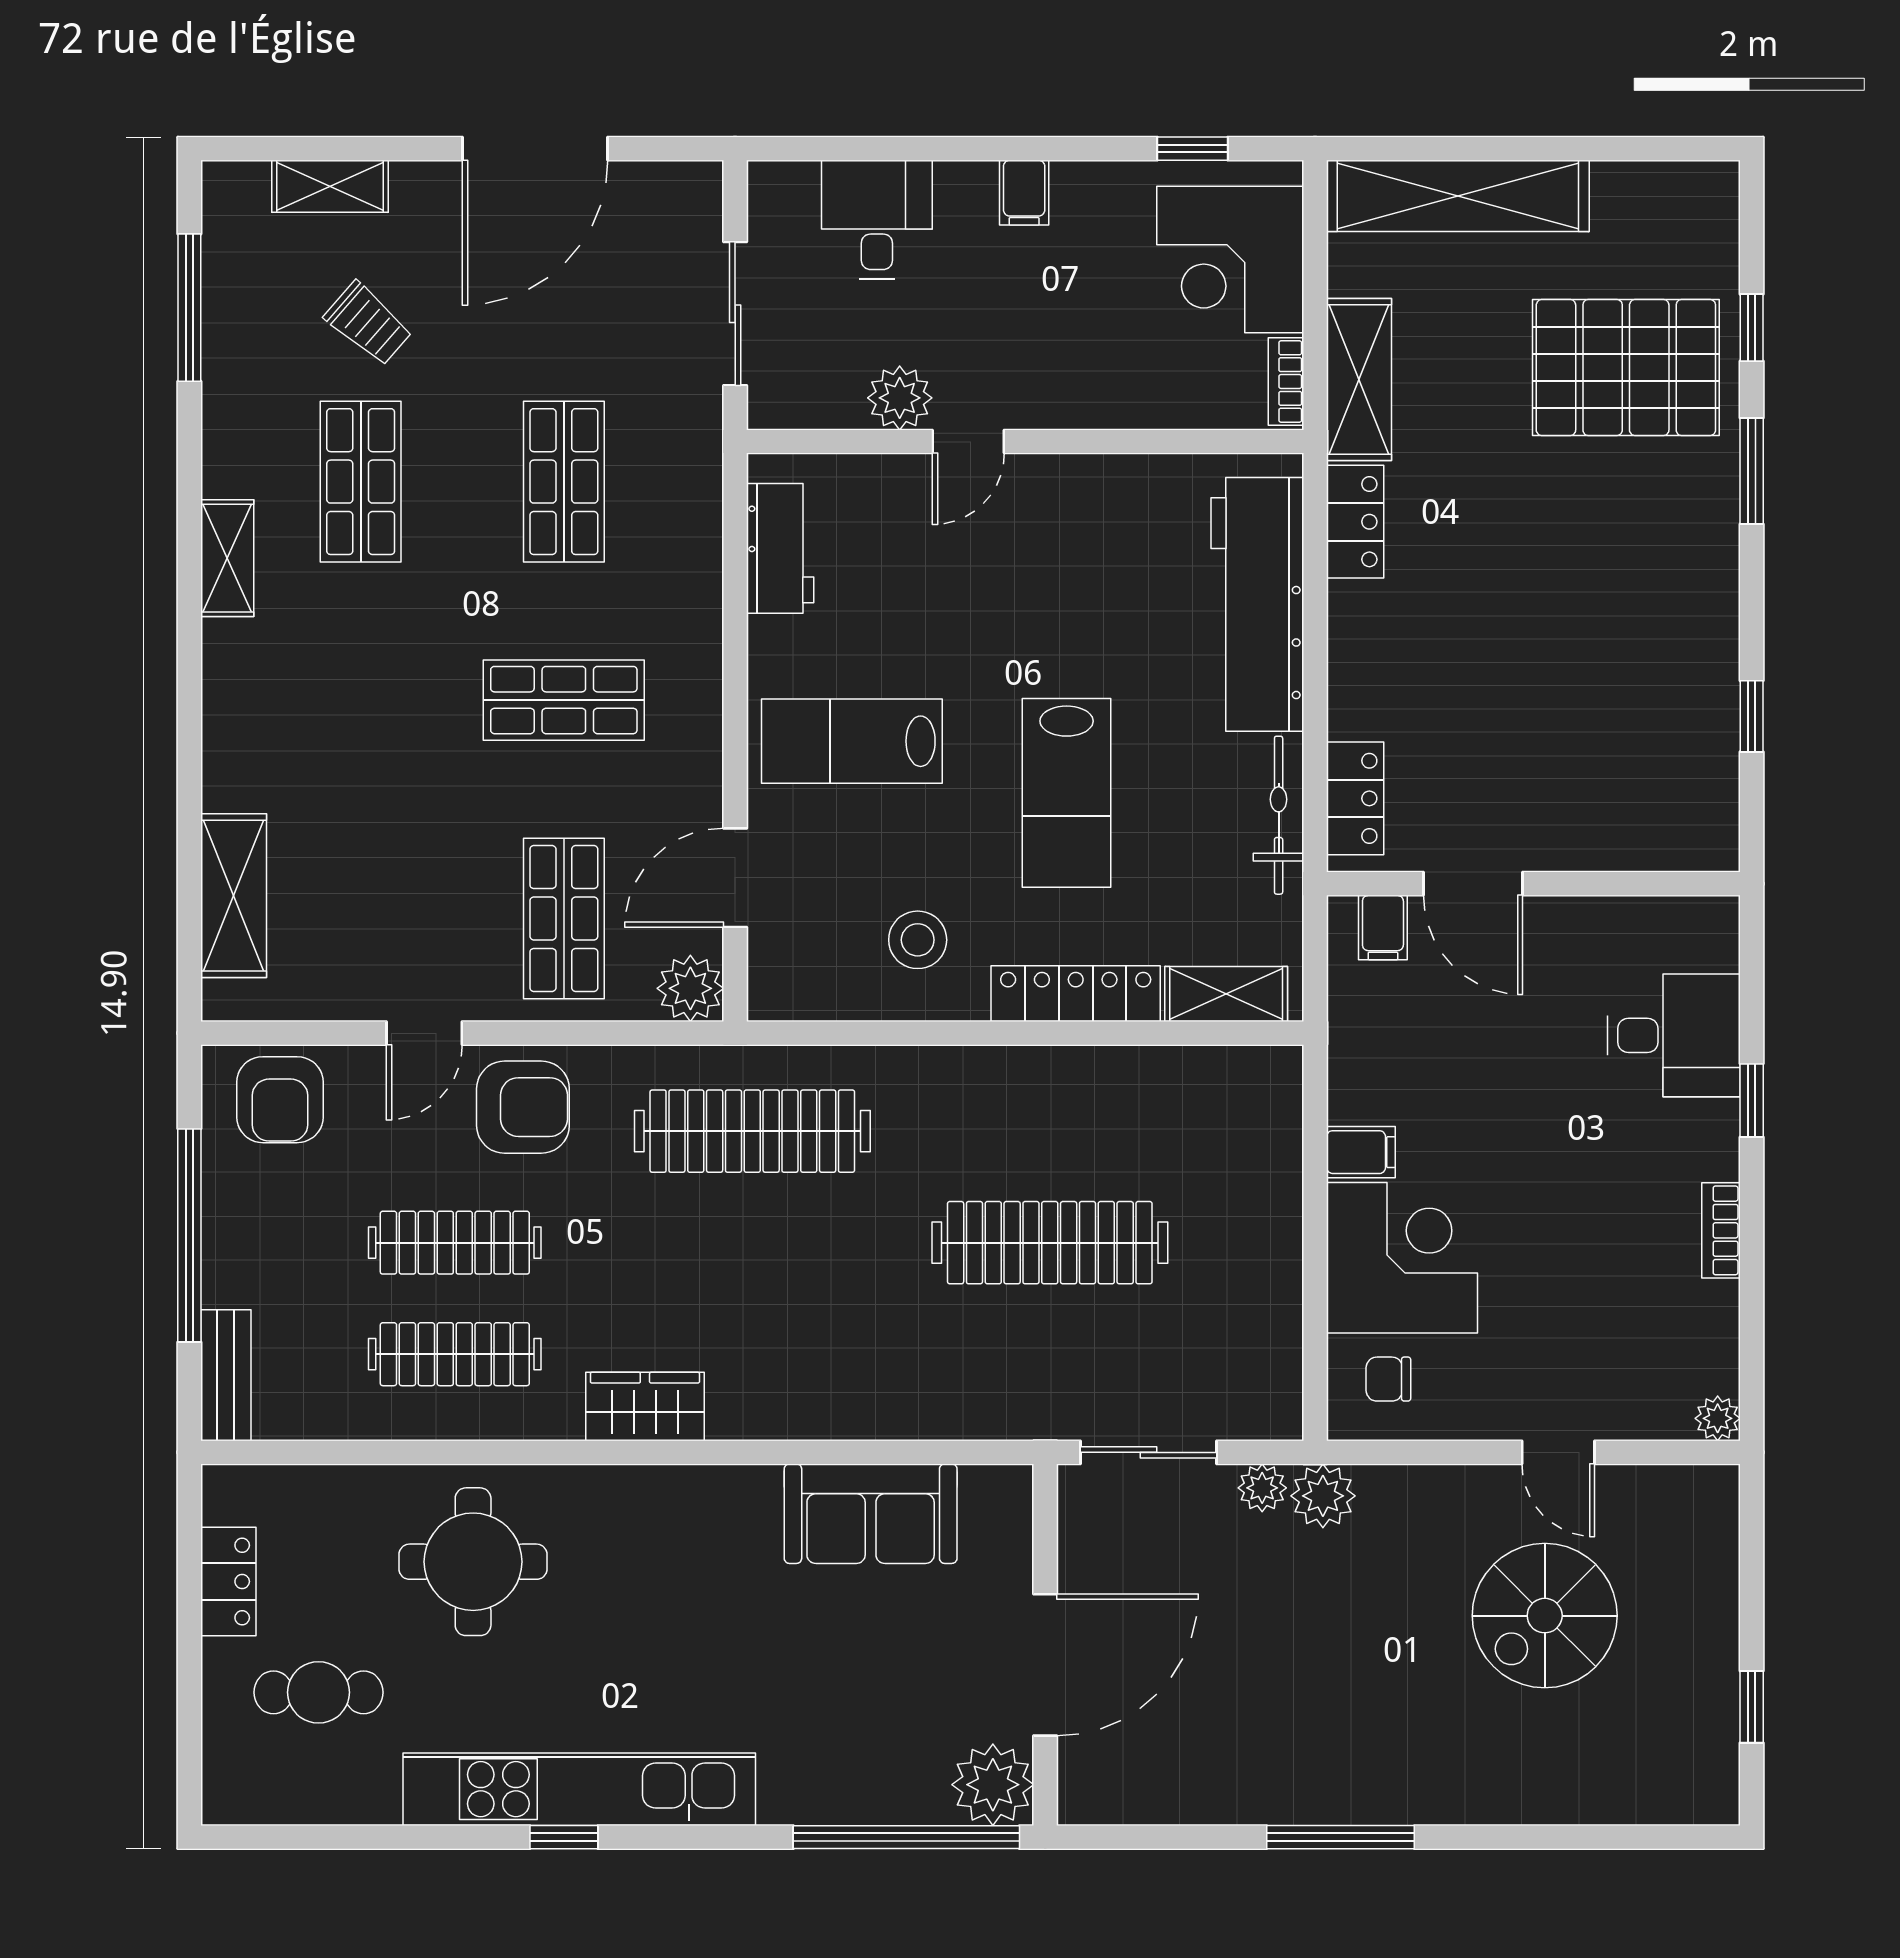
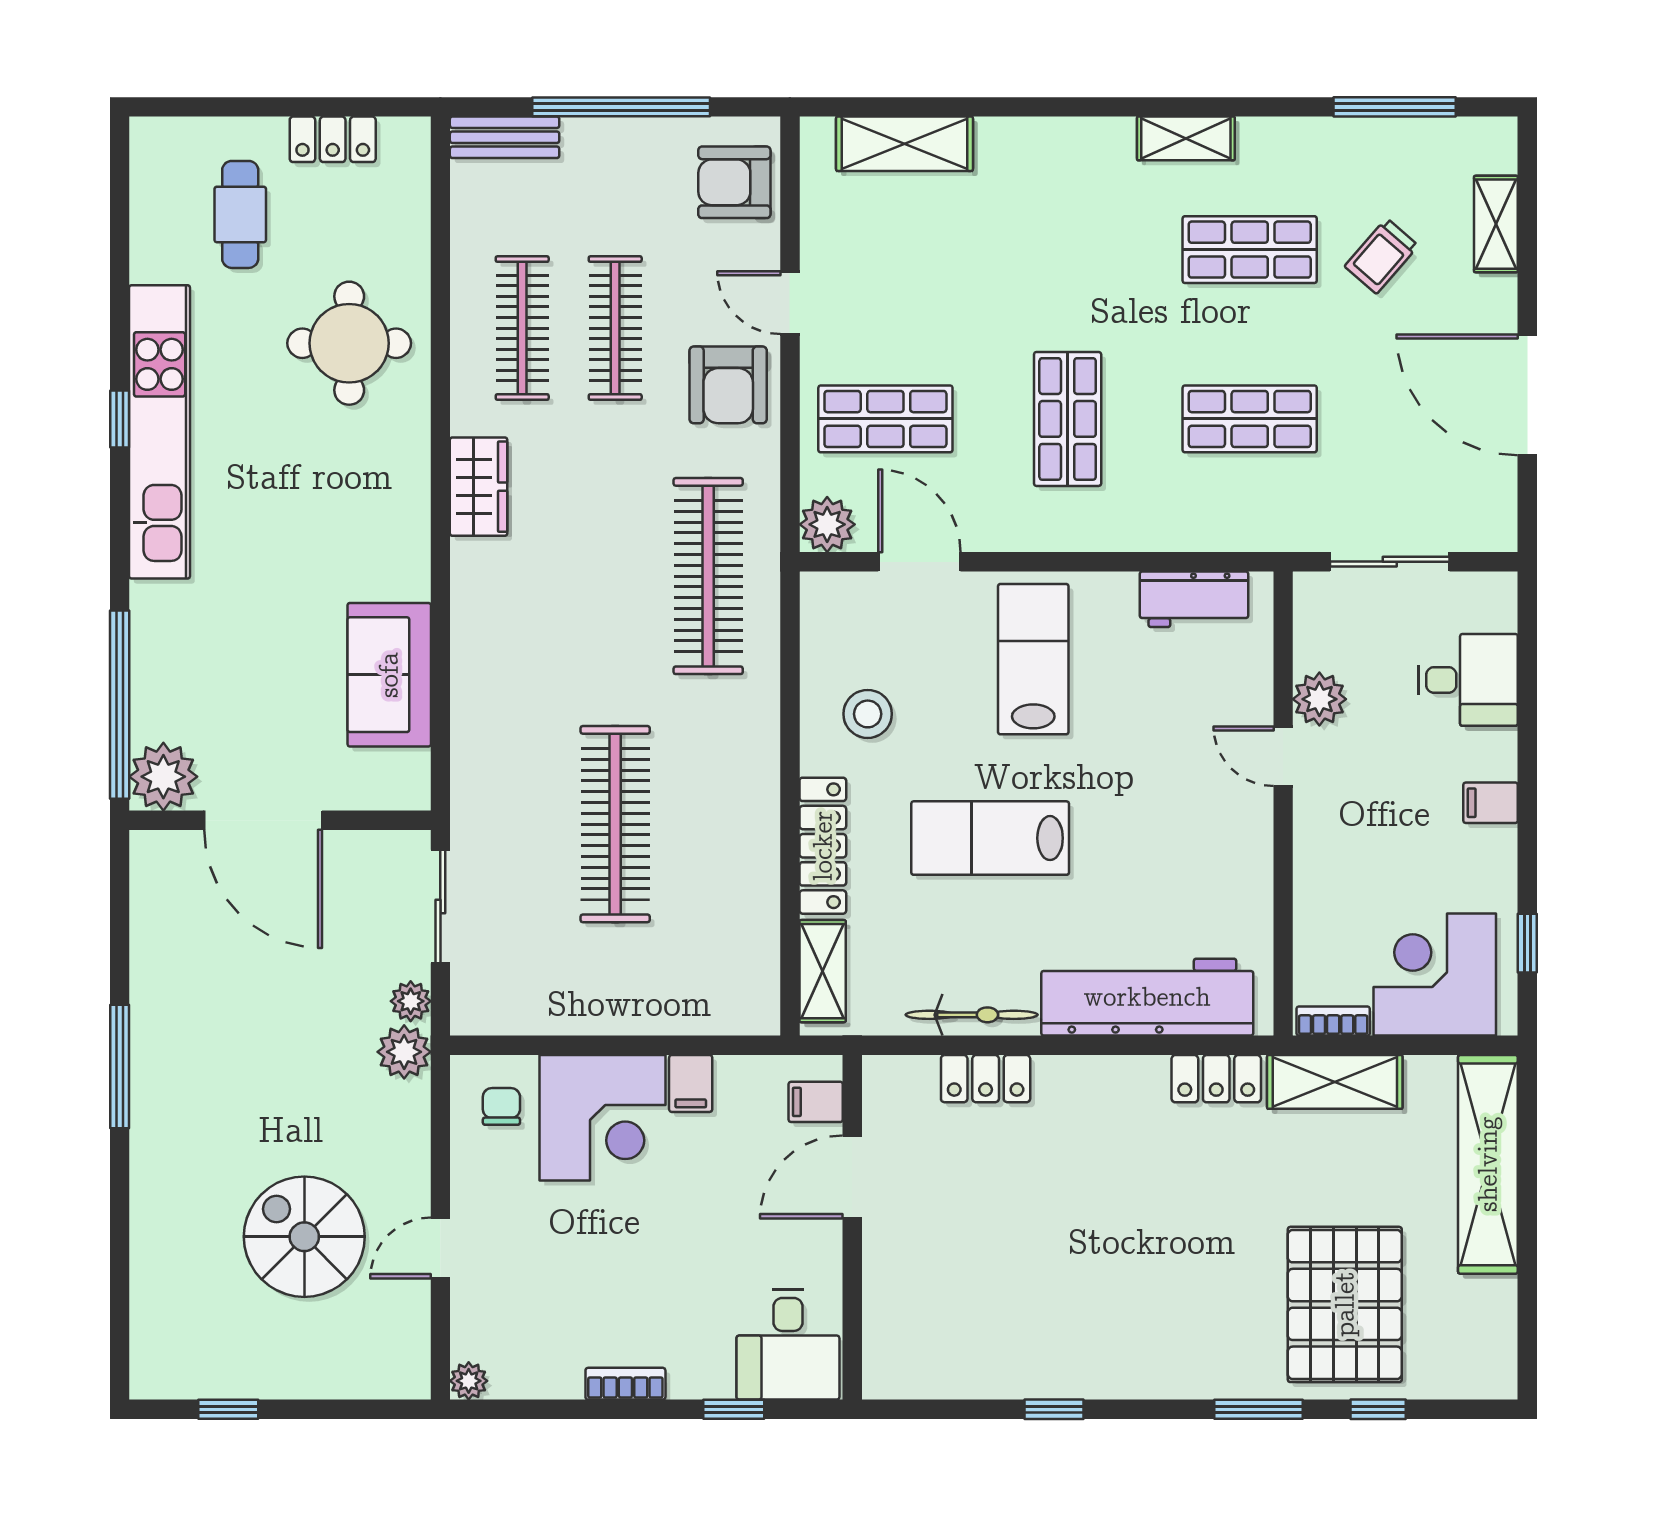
door: (1473, 884) -> (852, 1177), moved
wall: (1533, 884) -> (852, 1227), moved
filing cabinet: (1383, 928) -> (816, 1102), moved

